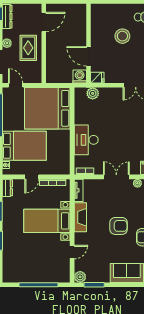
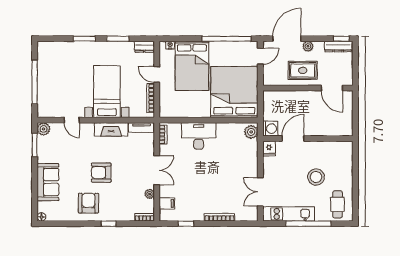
plant: (93, 93) -> (251, 132), moved
armchair: (119, 226) -> (101, 173), turned 90

